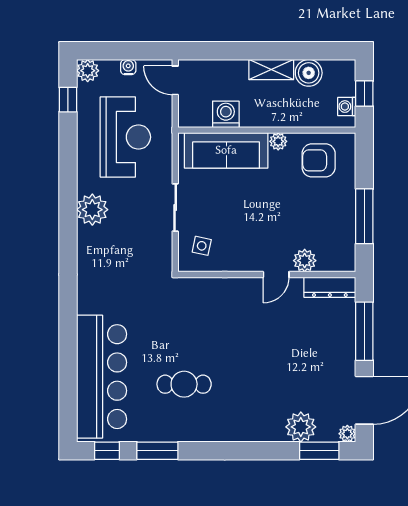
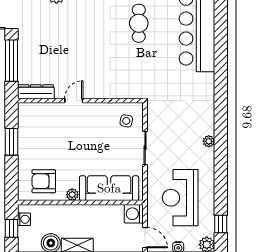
washing machine: (226, 114) -> (134, 214), moved, turned 90
armchair: (319, 160) -> (44, 181), turned 180
plant: (92, 210) -> (209, 141), width x0.53, depth x0.53
window: (364, 216) -> (11, 142), width x0.69
plant: (305, 261) -> (54, 111), removed
cafe table: (184, 384) -> (139, 23), turned 90

